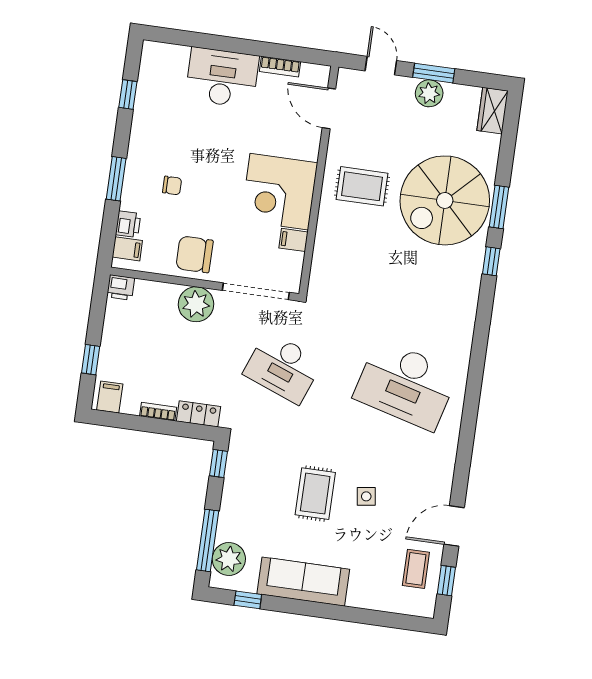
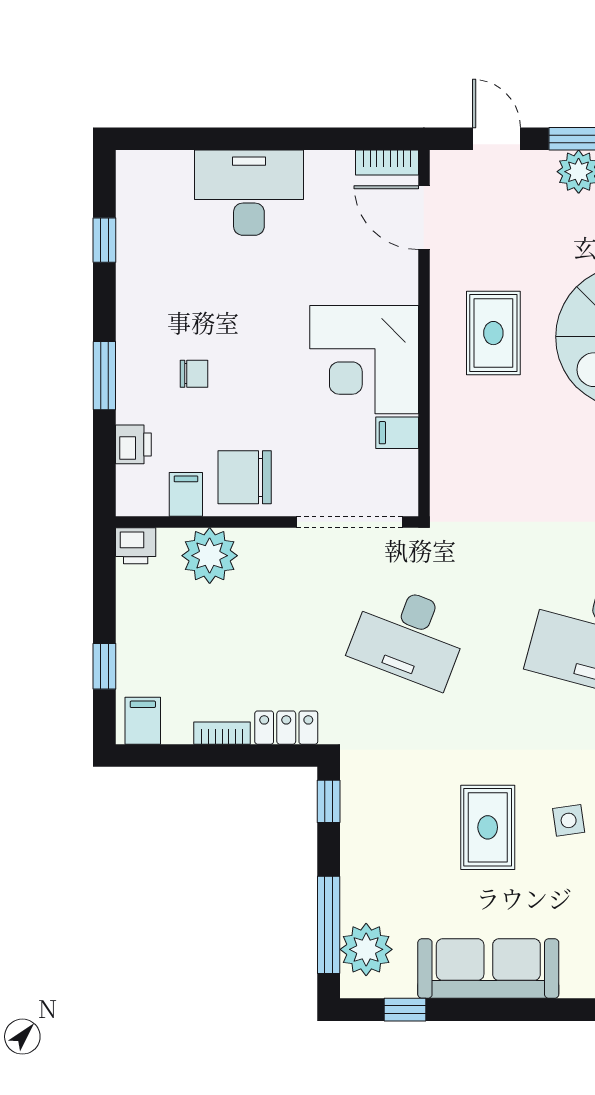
bookcase: (280, 67) -> (387, 163), moved
rug: (362, 186) -> (493, 333), turned 90
filing cabinet: (127, 249) -> (186, 494), moved, turned -90
plant: (196, 304) -> (210, 556), moved

